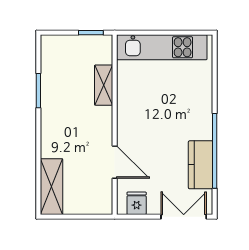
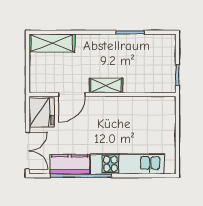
kitchen unit: (162, 47) -> (127, 164), moved, turned 90
shelving: (104, 85) -> (106, 85), moved
fridge: (137, 203) -> (41, 112), width x1.88, depth x1.34

